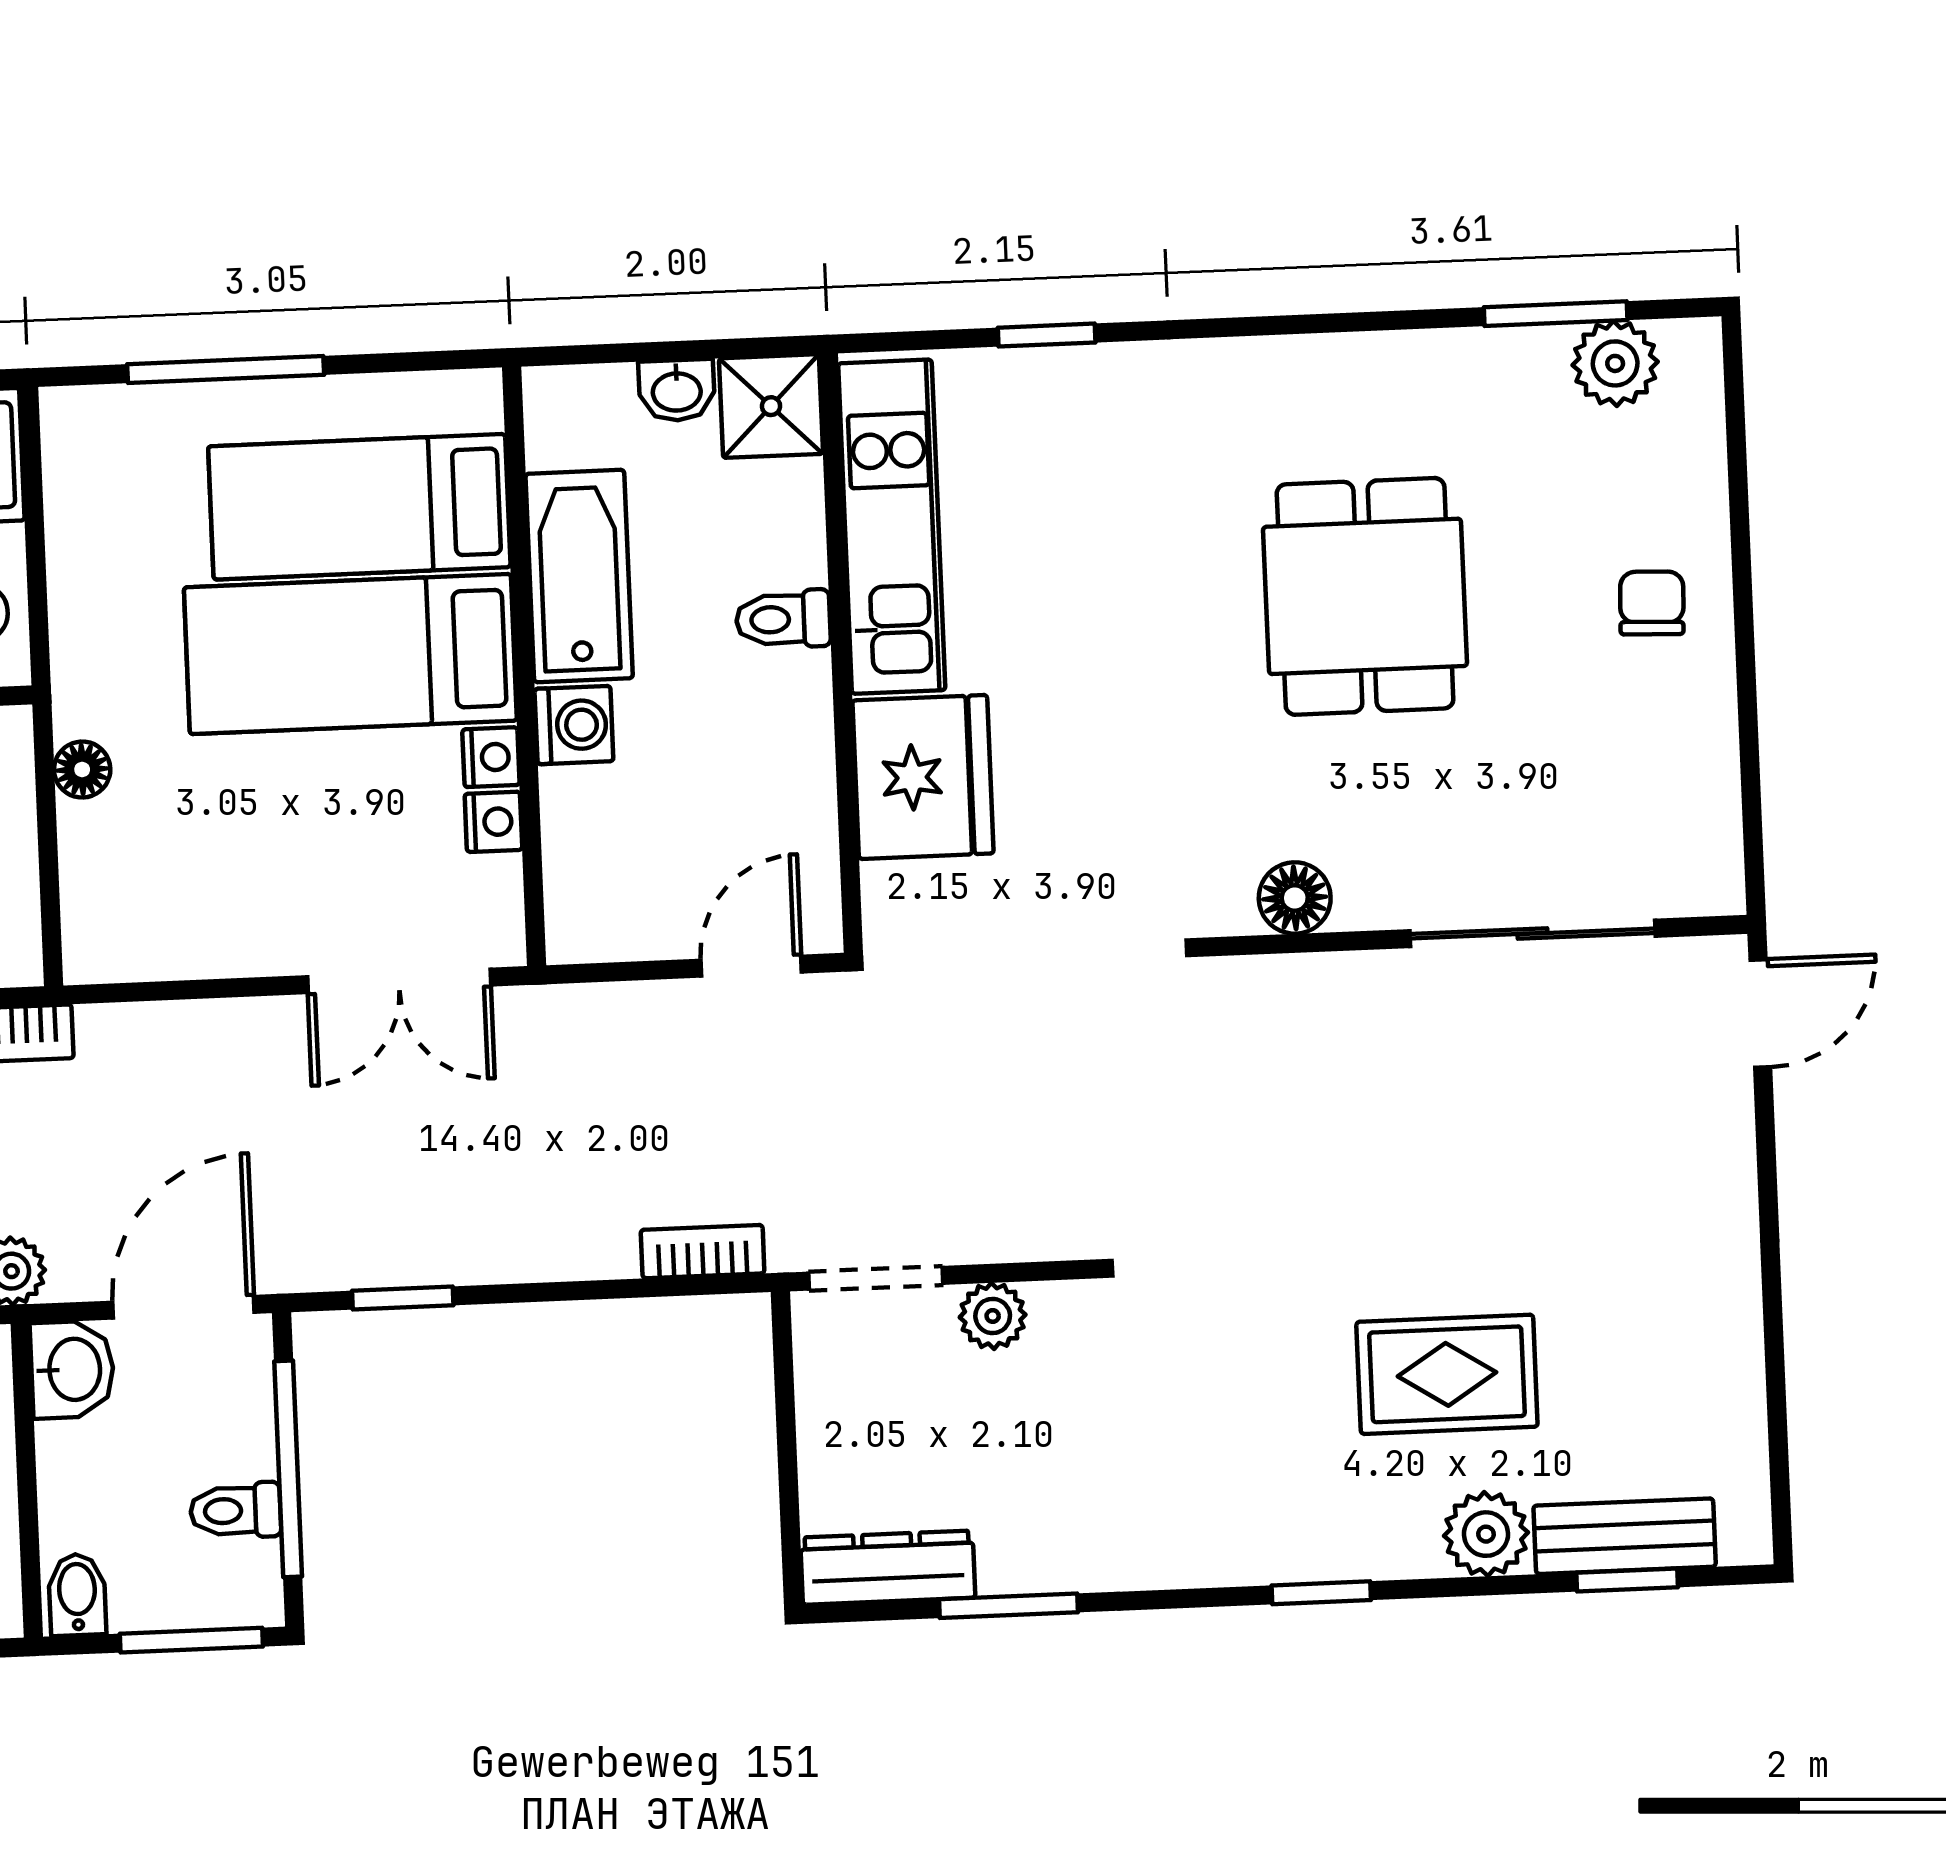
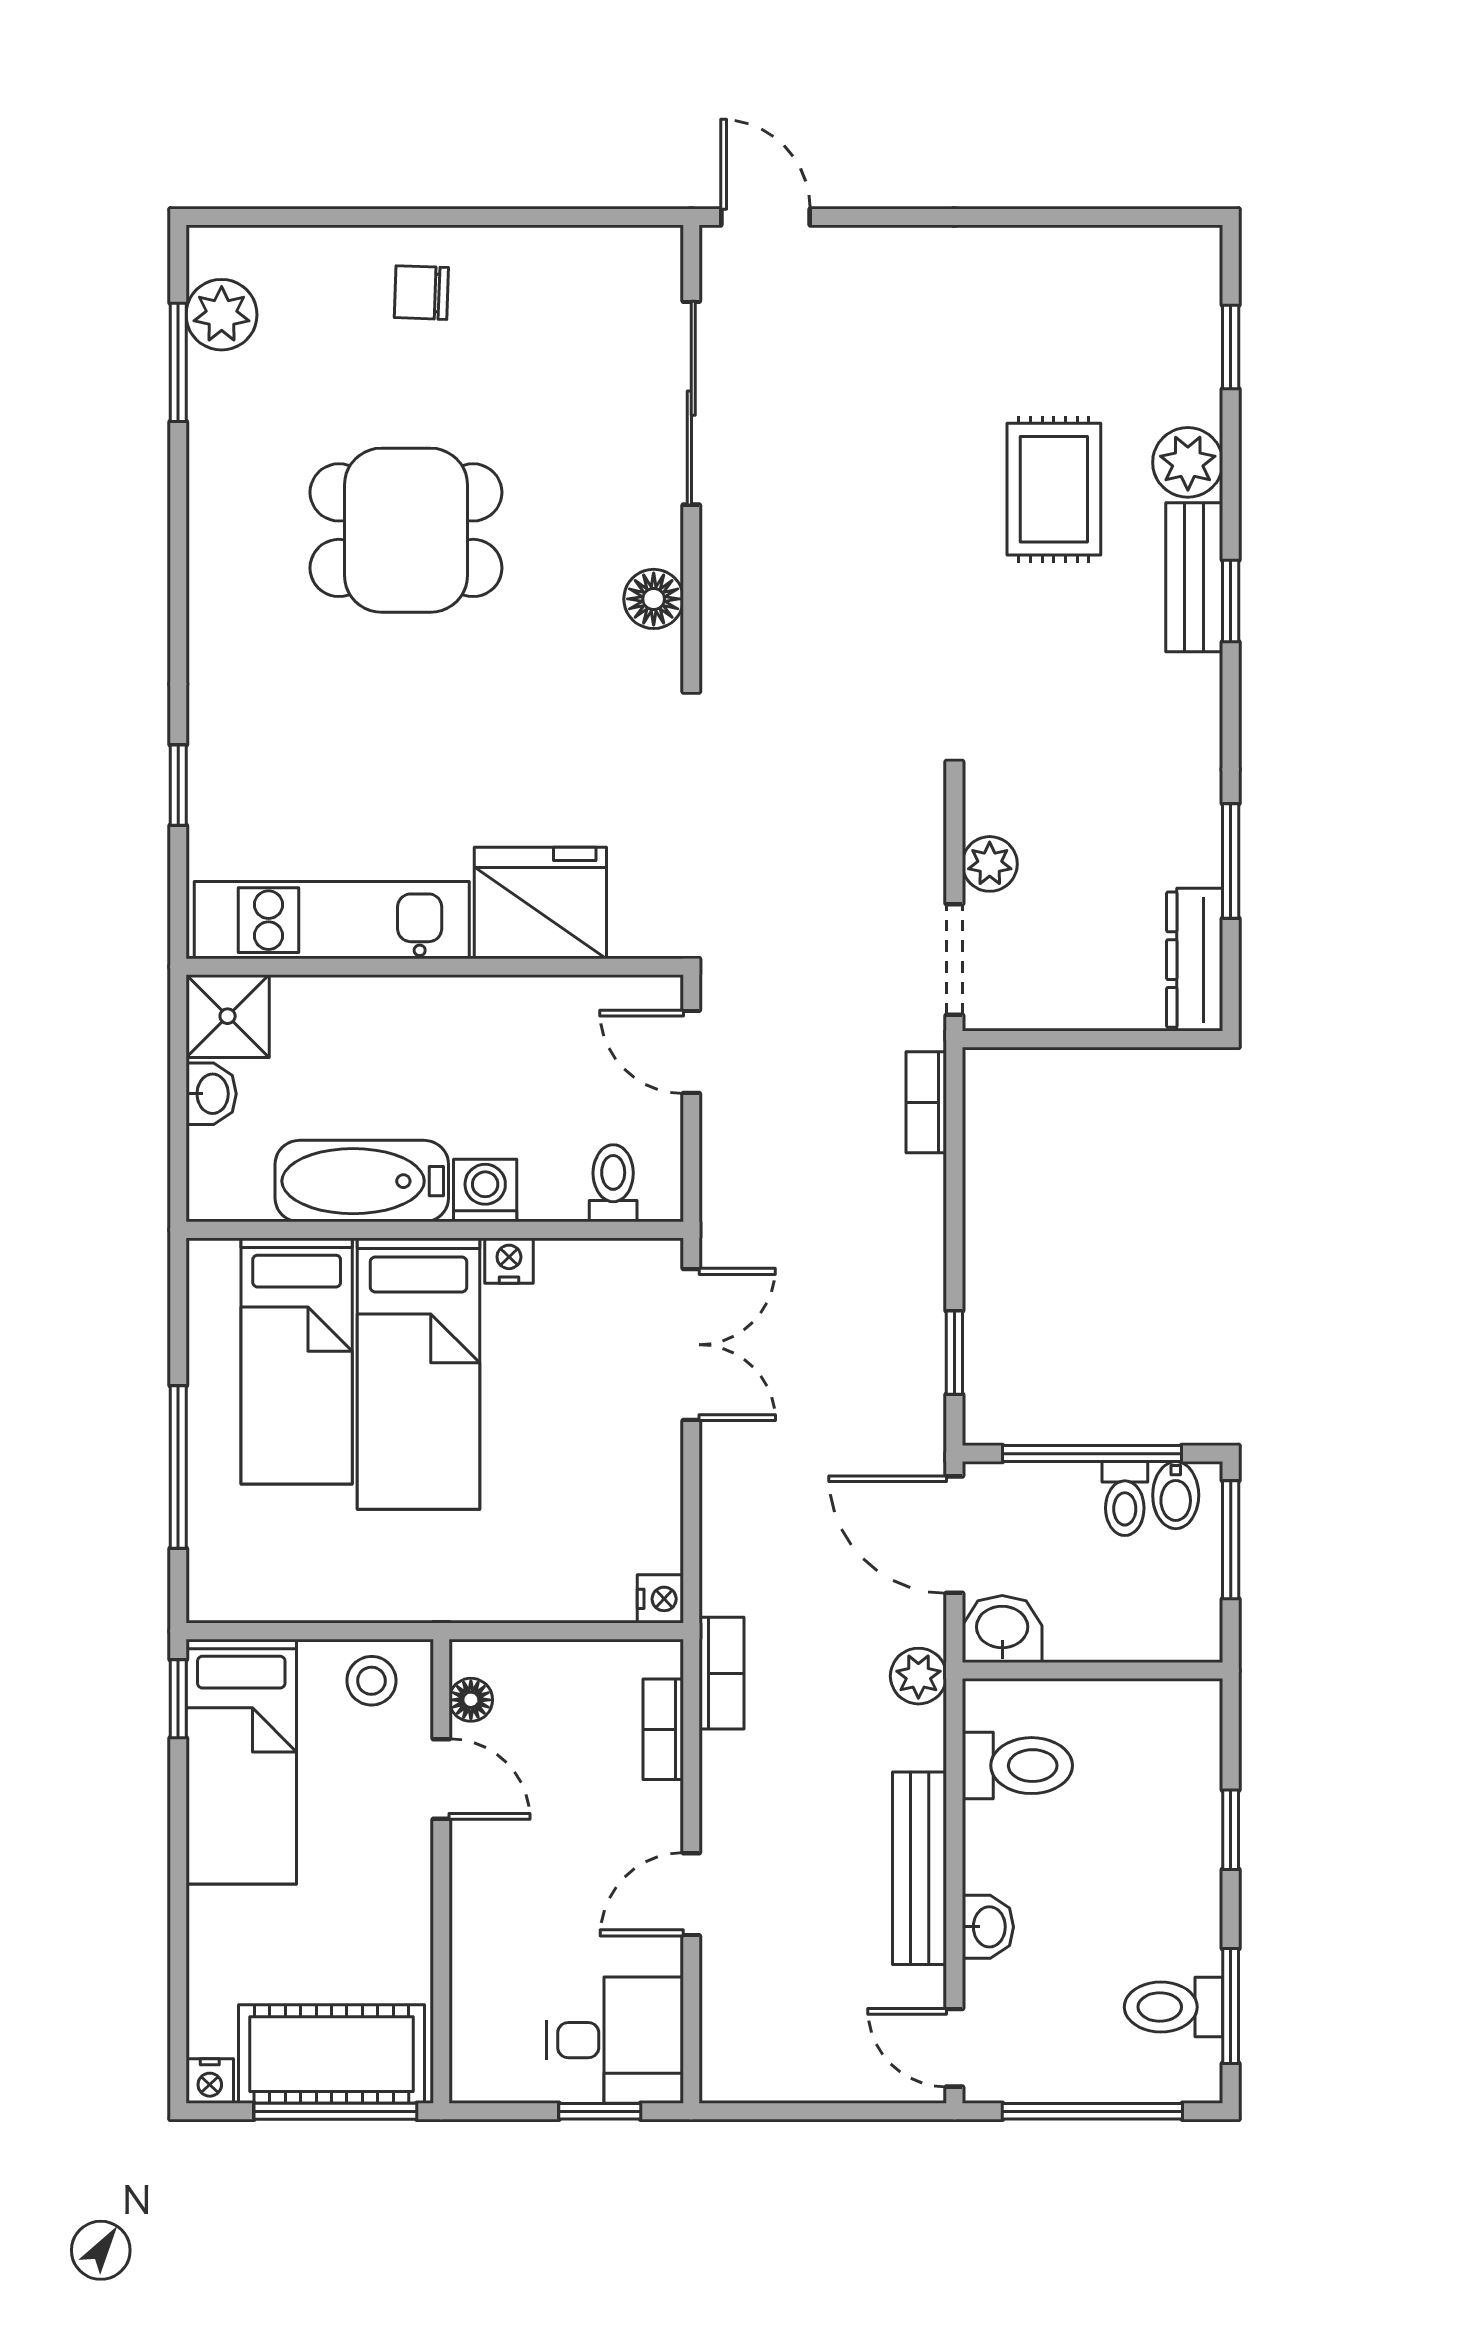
toilet: (783, 619) -> (613, 1183), moved, turned 180
floor lamp: (82, 770) -> (505, 1600), removed
nightstand: (493, 822) -> (660, 1599), moved, turned 90
bench: (1625, 1536) -> (1194, 577), moved
bidet: (77, 1595) -> (1176, 1495), moved, turned -90

